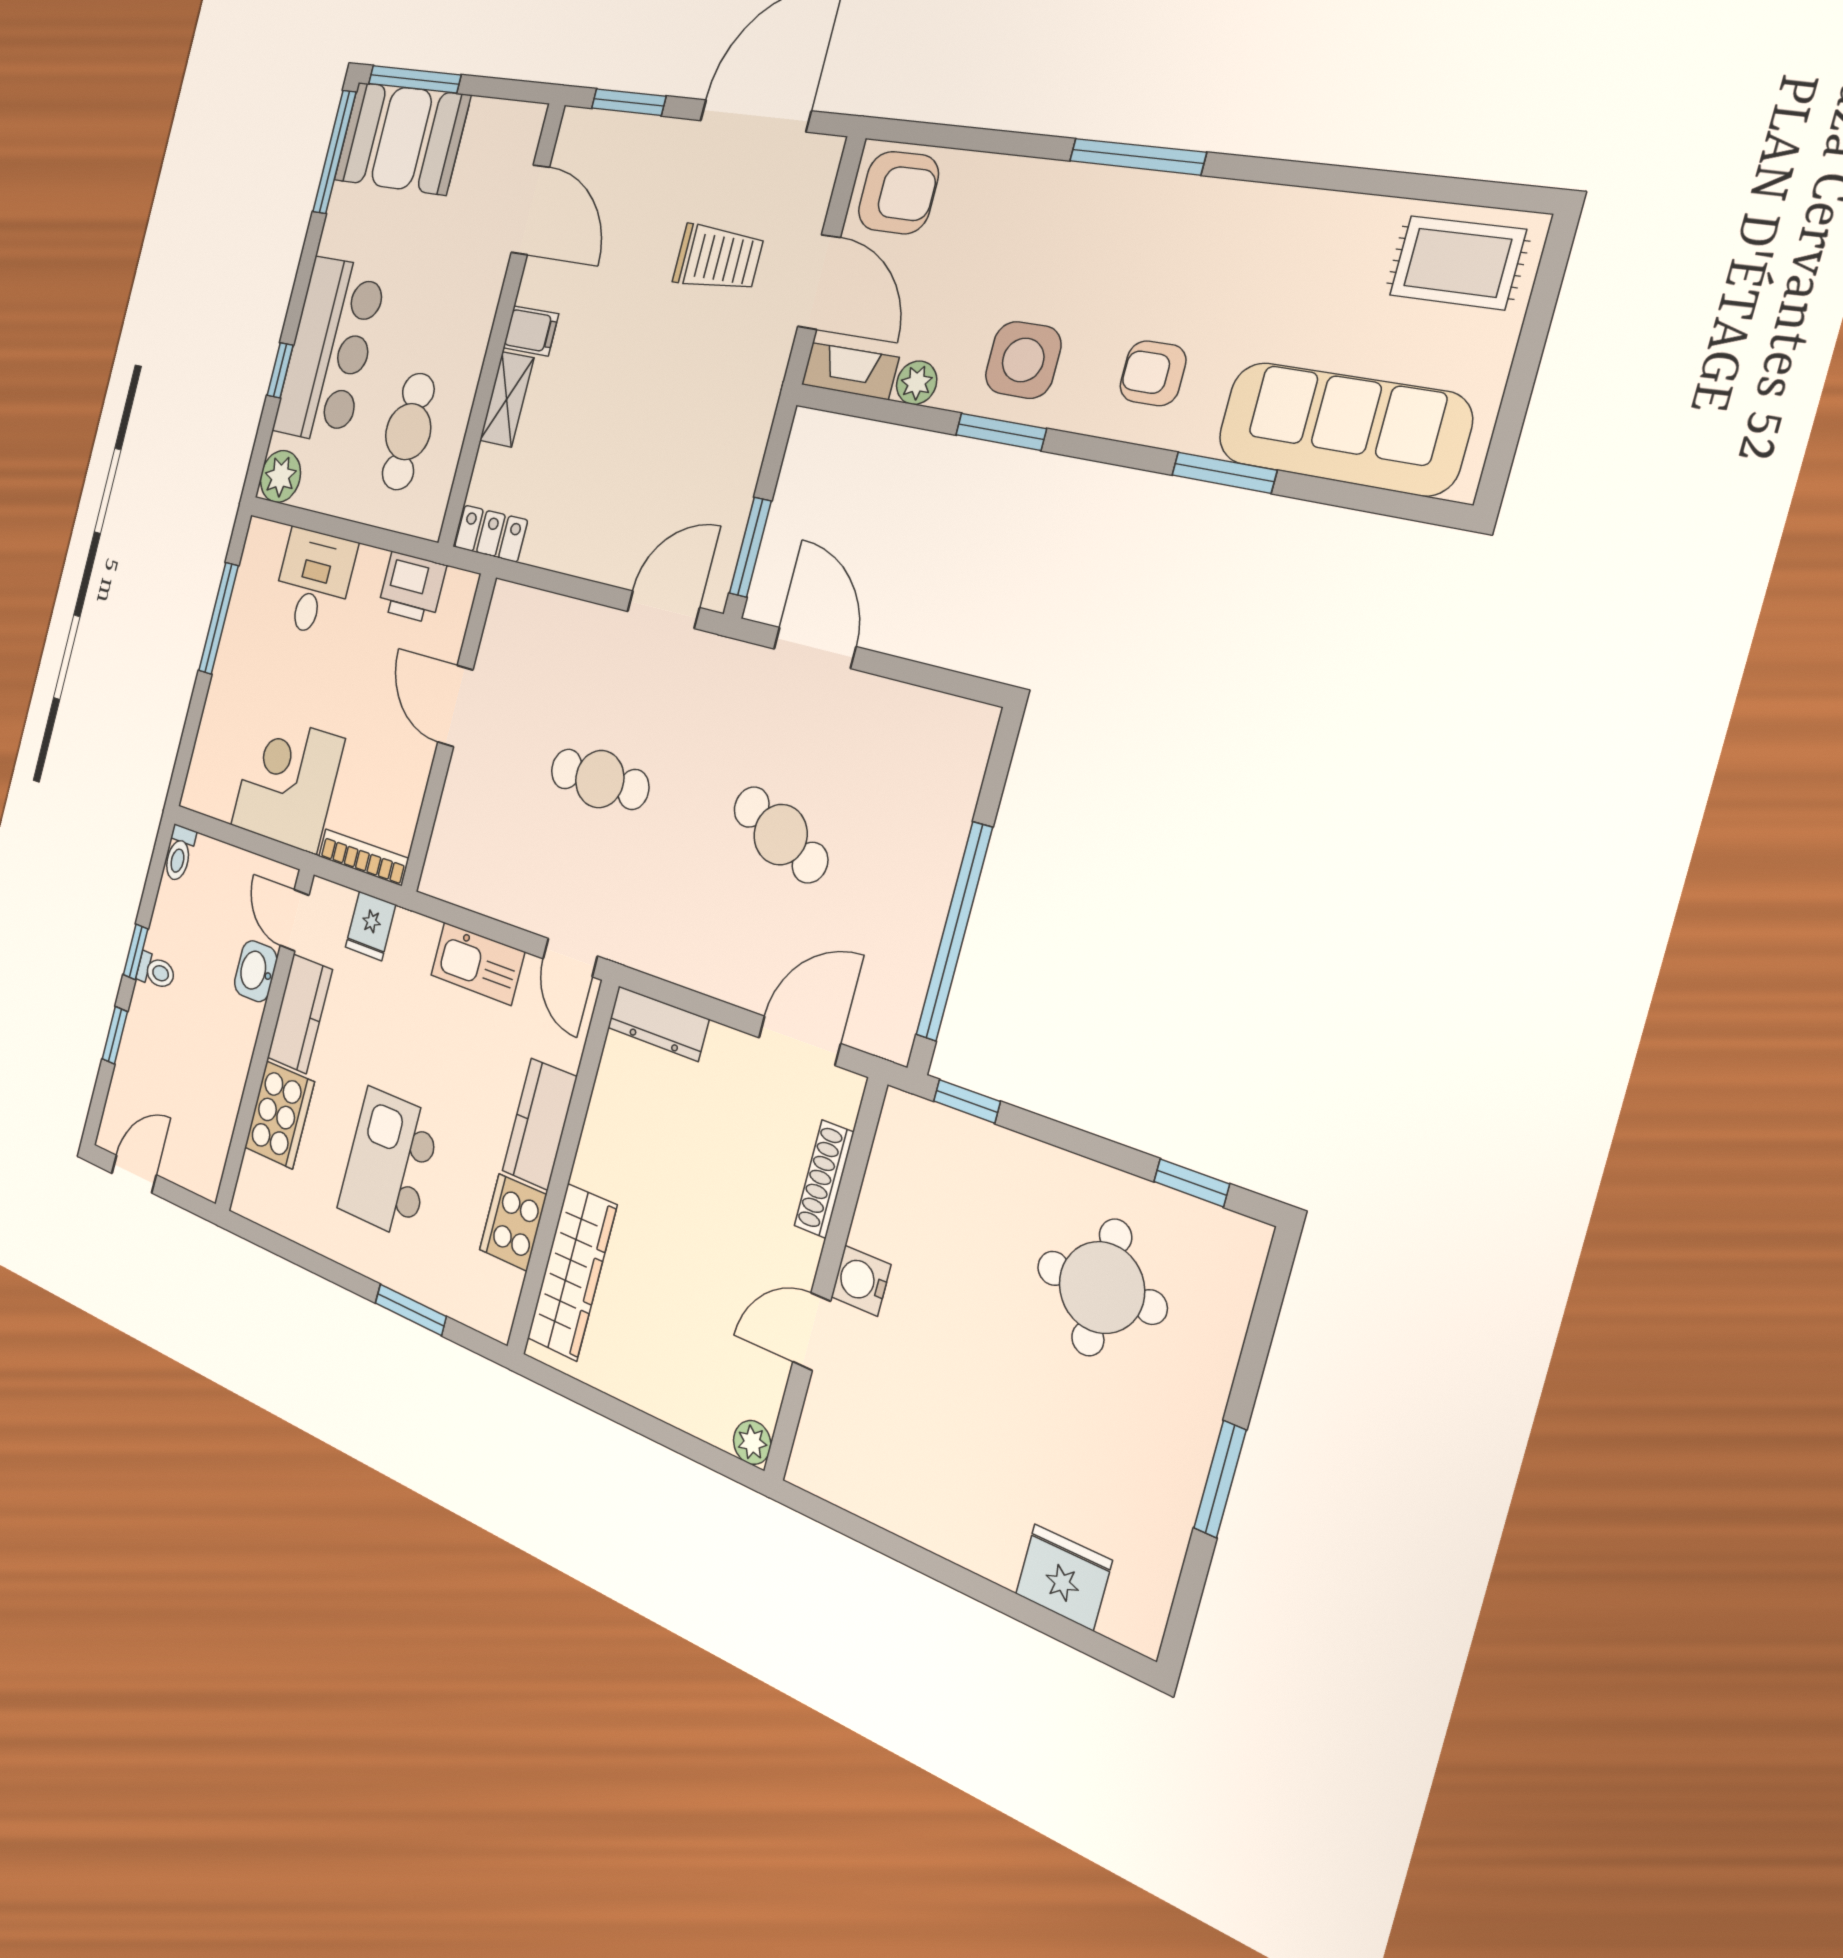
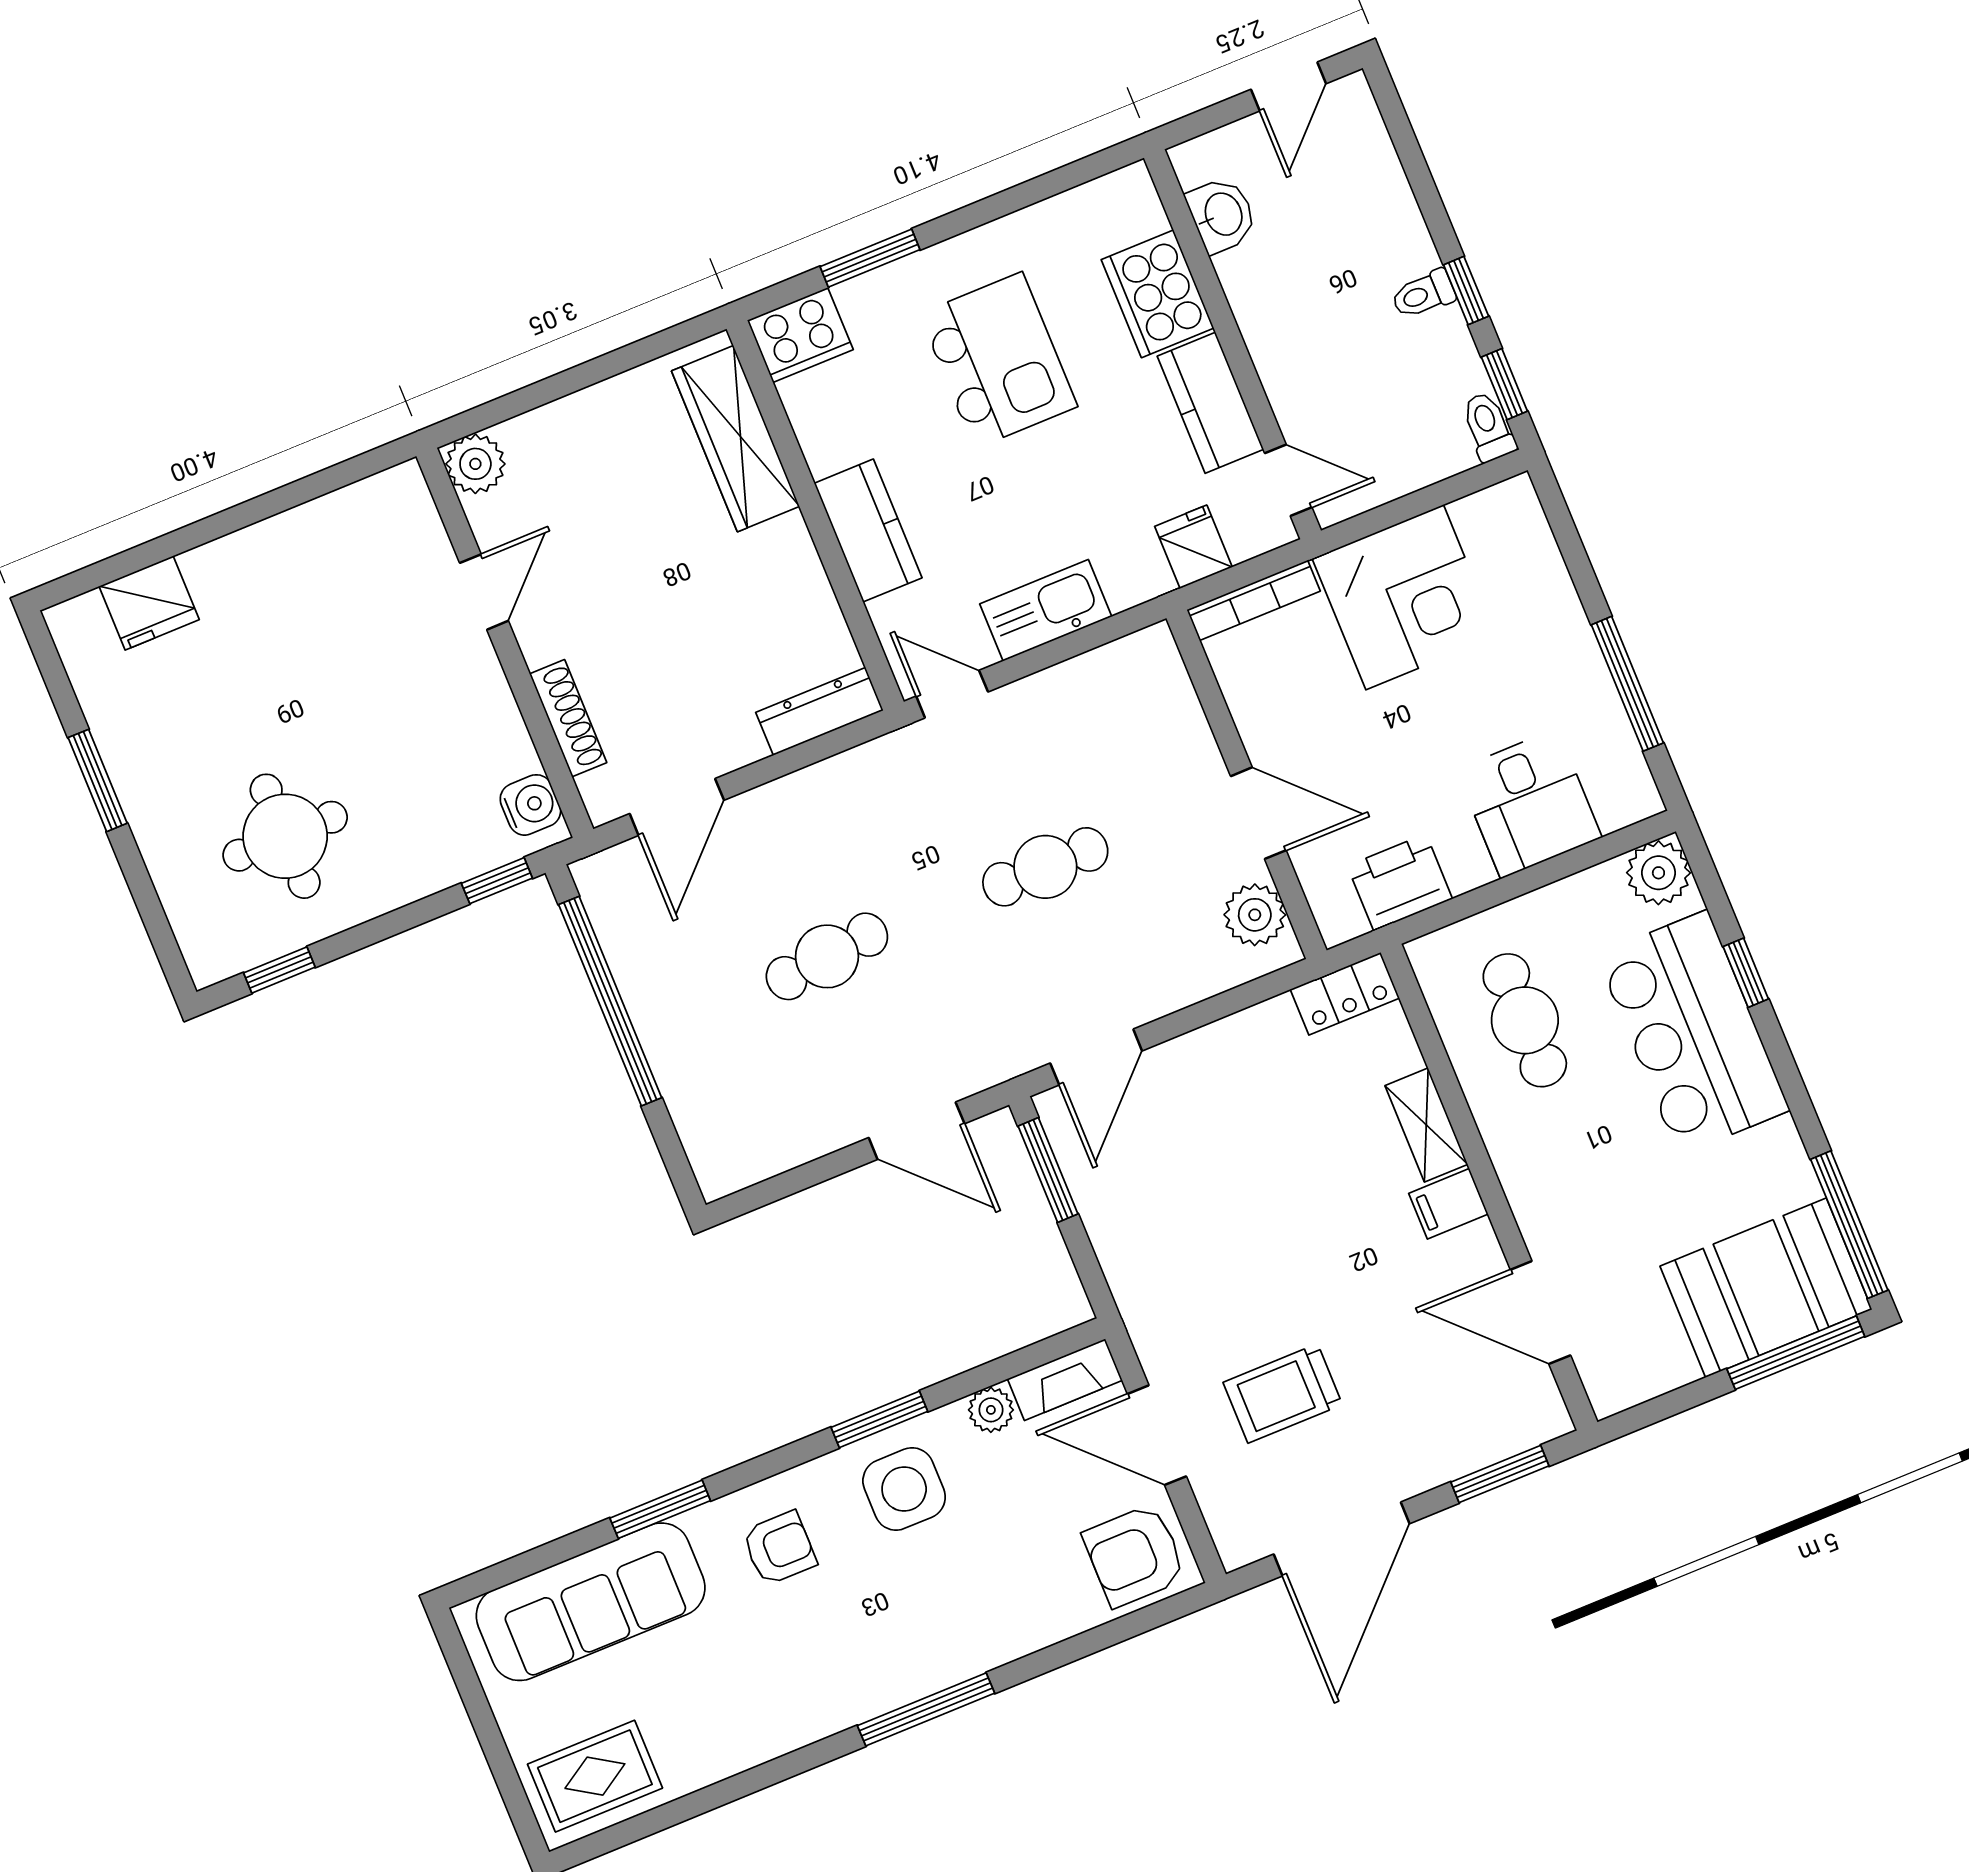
plant: (504, 635) -> (1255, 915), added
cafe table: (781, 835) -> (827, 956), turned -30
washbasin: (256, 971) -> (1222, 215), moved
window: (115, 1035) -> (1504, 384), moved
cooker: (513, 1222) -> (800, 335), moved, turned 90
water cooler: (861, 1281) -> (530, 805), moved
plant: (752, 1442) -> (475, 464), width x1.38, depth x1.38

